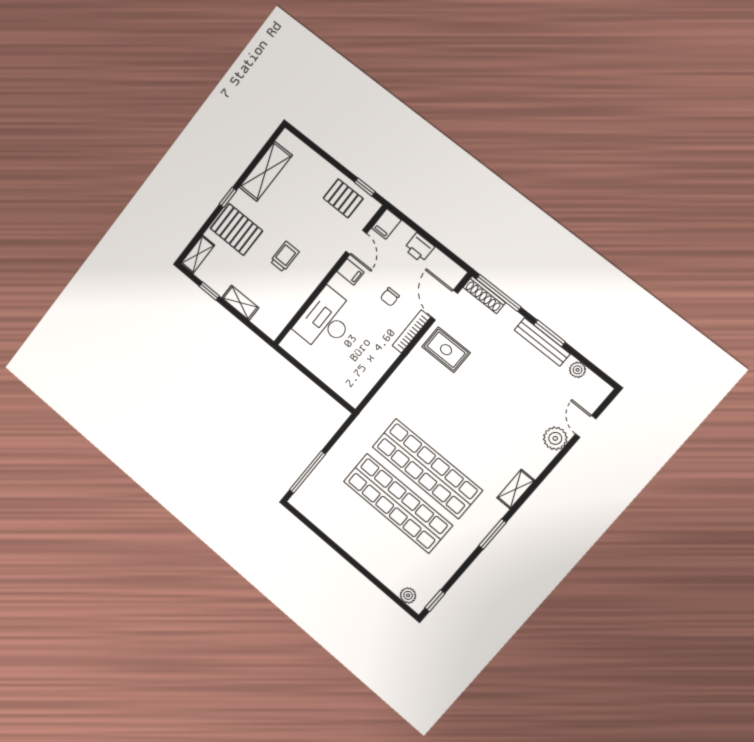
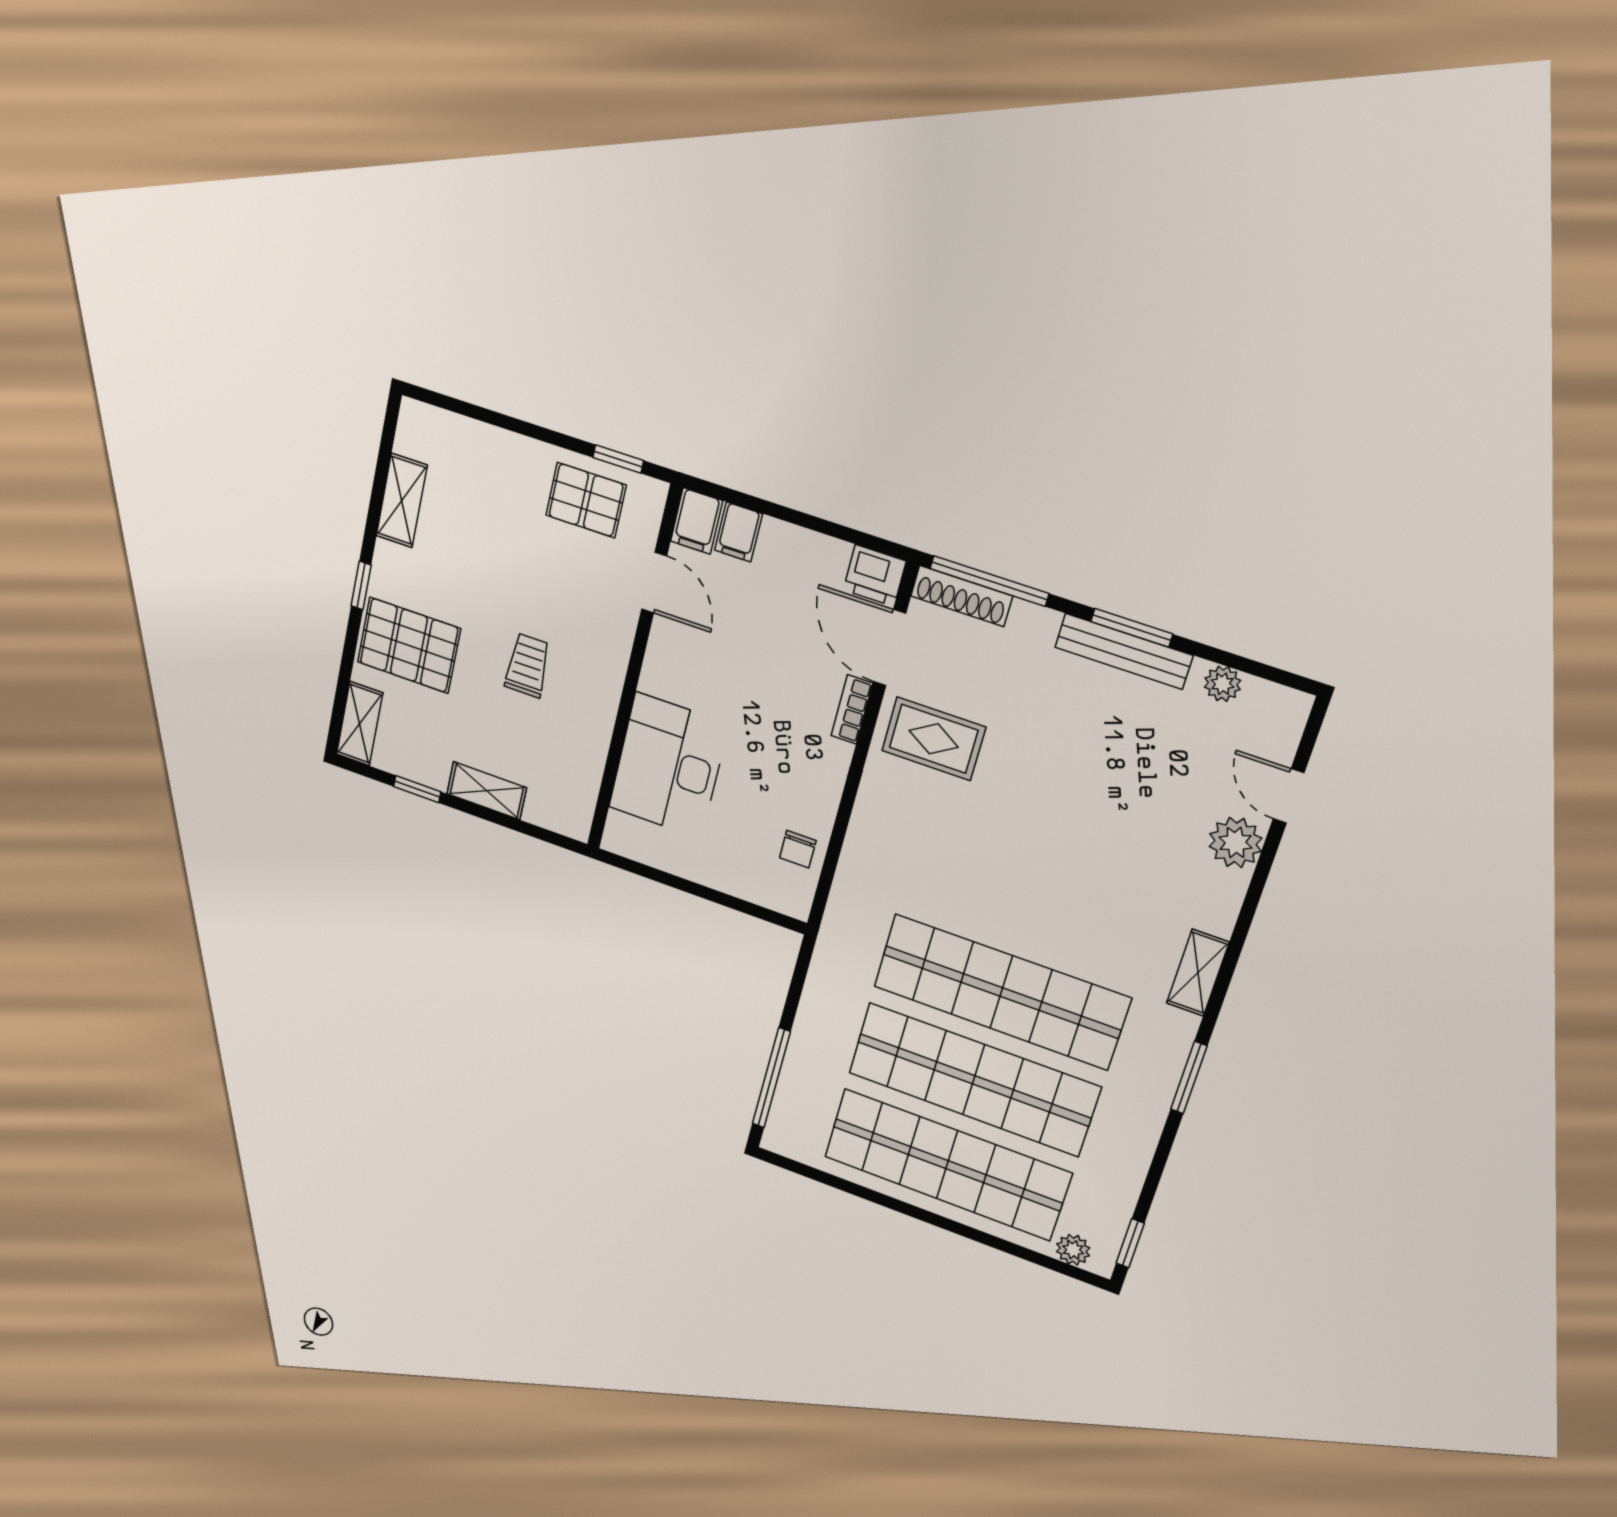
shelving: (266, 171) -> (402, 501), width x0.67, depth x0.75
printer: (419, 248) -> (875, 575), moved
filing cabinet: (350, 272) -> (738, 532), moved, turned 90
chair: (390, 297) -> (798, 849), moved
bookcase: (411, 331) -> (852, 709), width x0.64
shop shelf: (369, 538) -> (947, 1165), added

